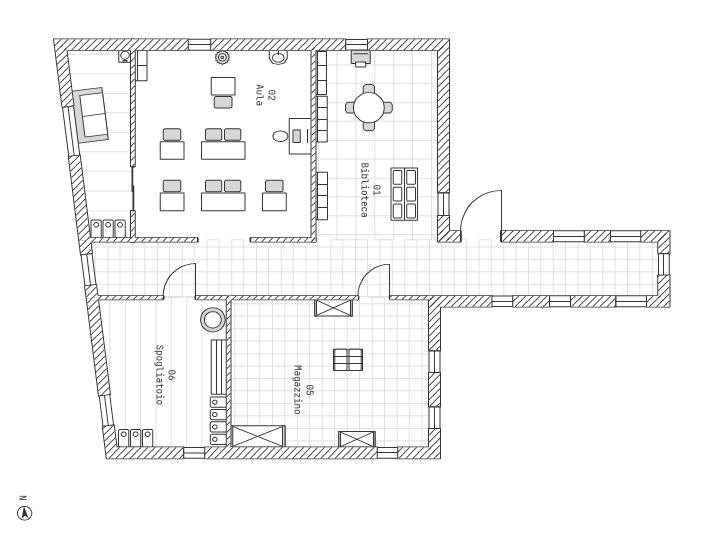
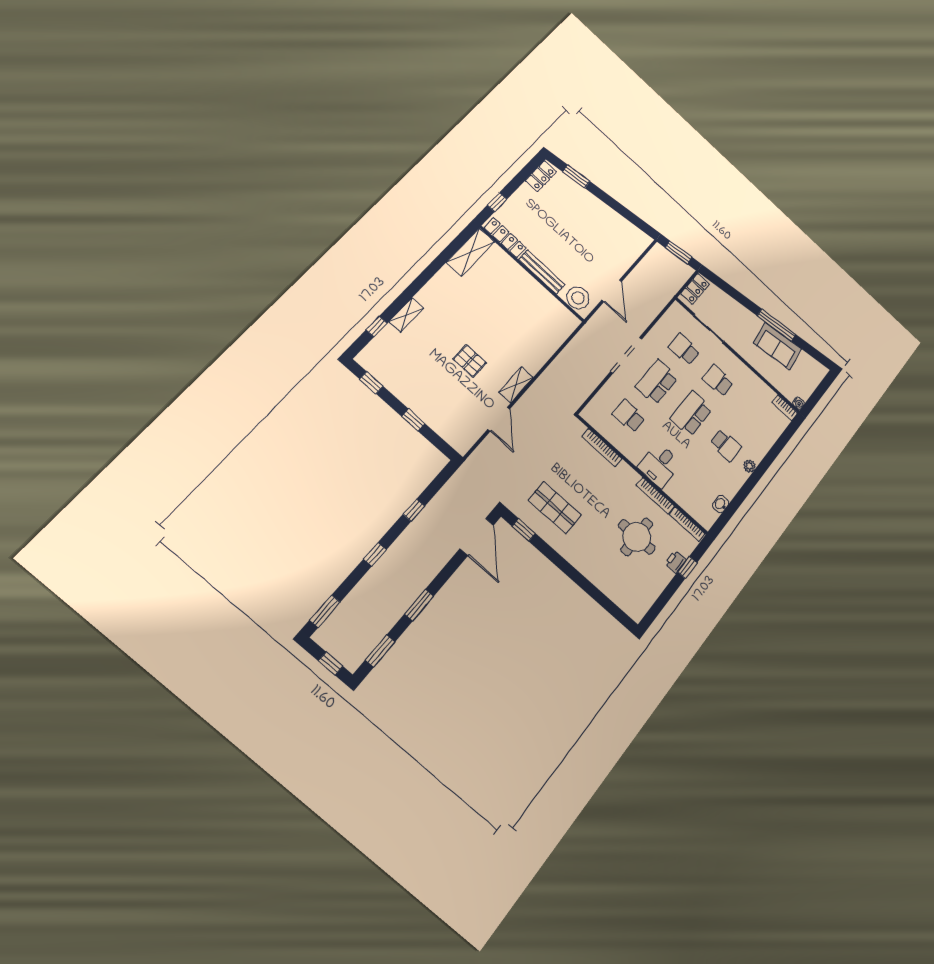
window: (200, 45) -> (769, 458), removed
pallet: (348, 360) -> (470, 361), turned 90

